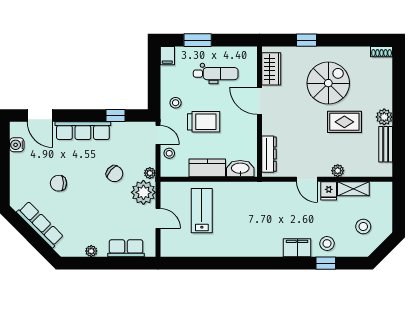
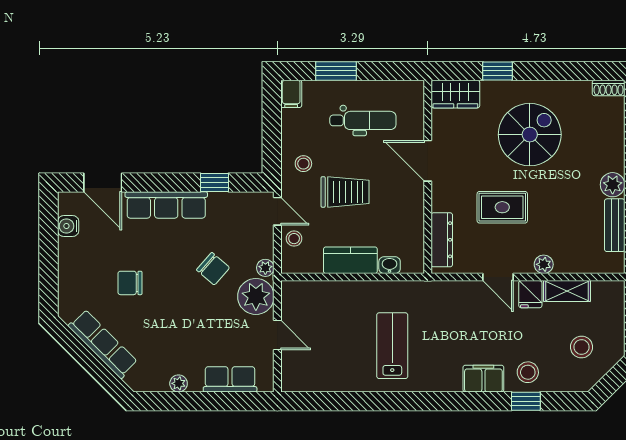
wardrobe: (271, 69) -> (455, 94), moved, turned 90
rug: (344, 122) -> (502, 207), moved
washbasin: (240, 169) -> (390, 265), width x0.52, depth x0.69
lab bench: (202, 211) -> (392, 346), moved

